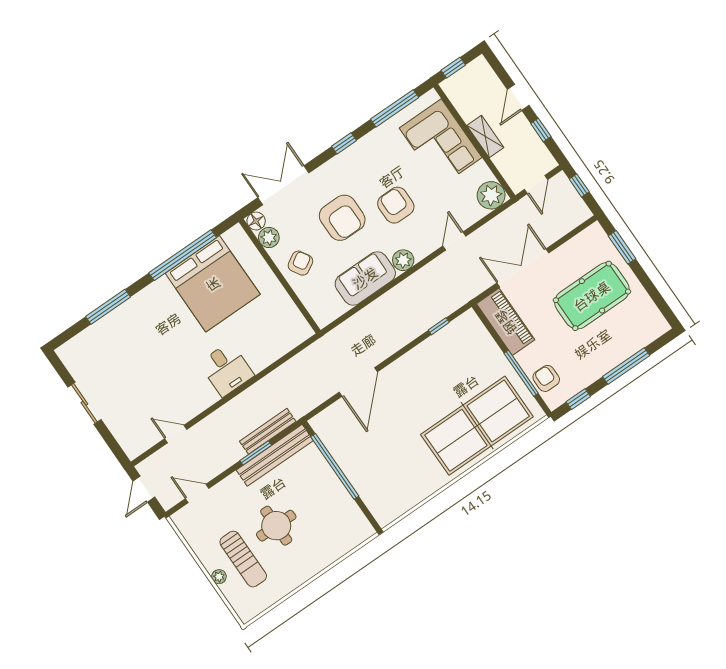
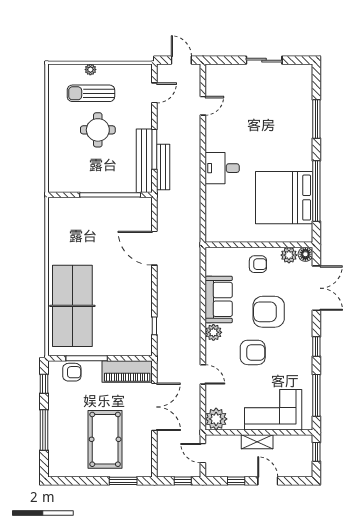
armchair: (300, 263) -> (258, 264), turned -59
window: (256, 453) -> (154, 149), width x1.44

